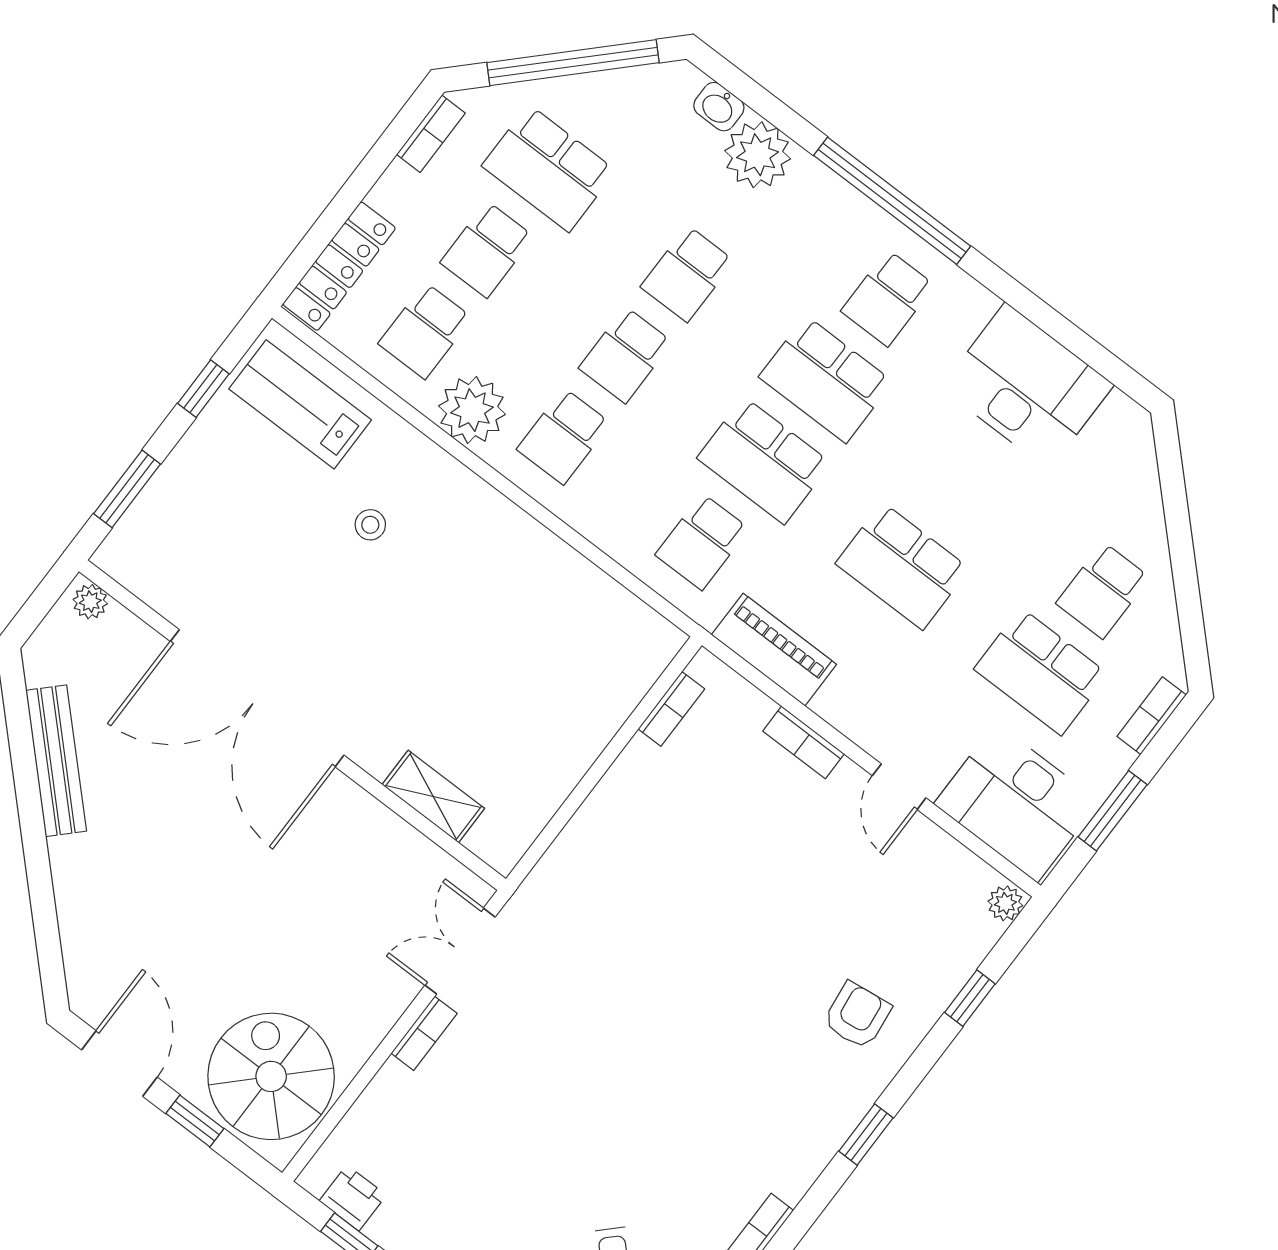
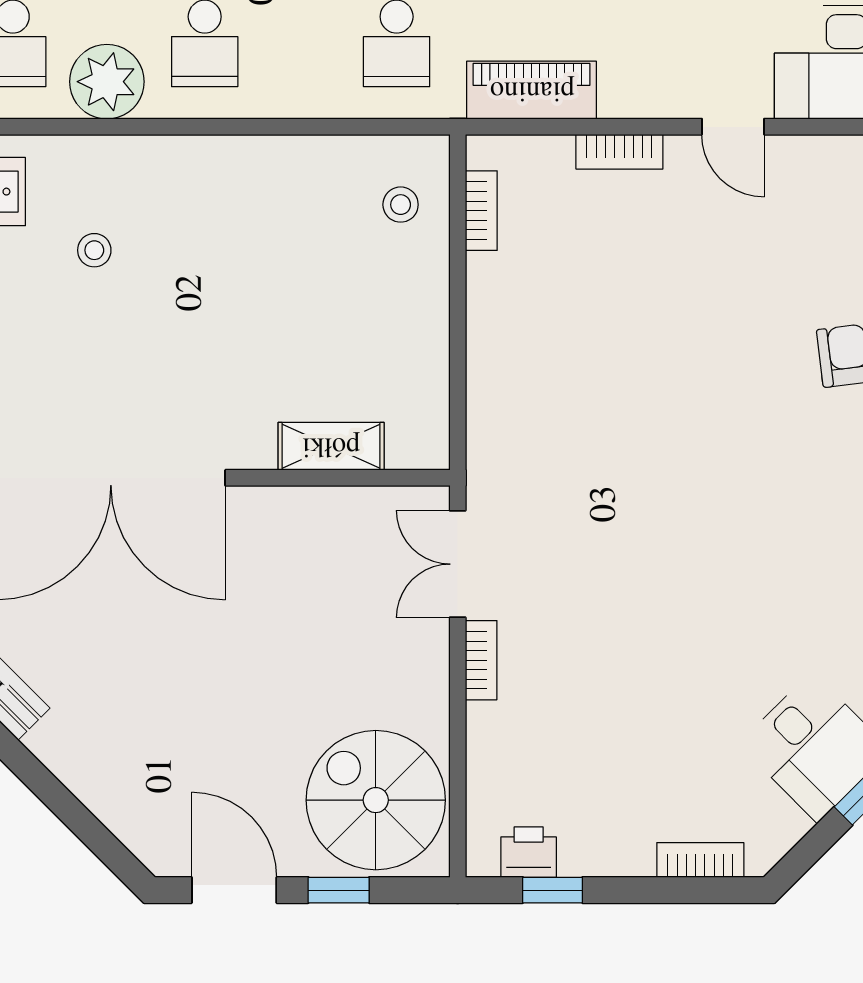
stool: (616, 660) -> (401, 205), added

